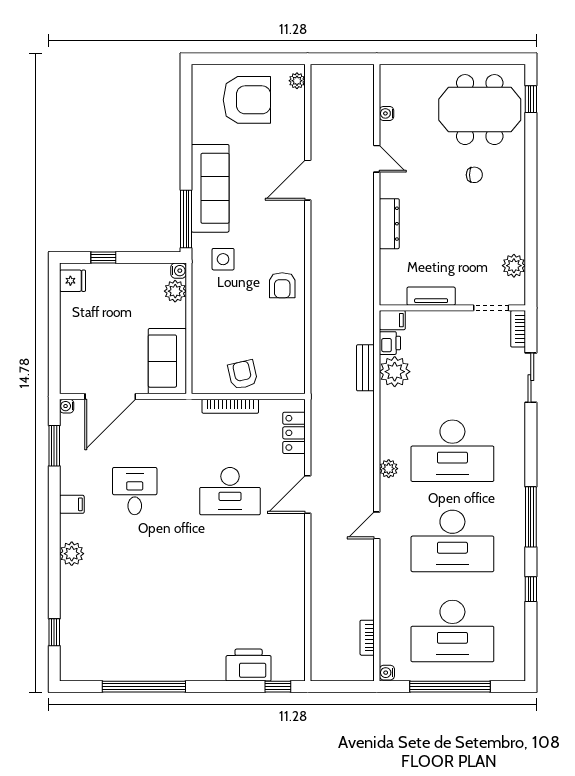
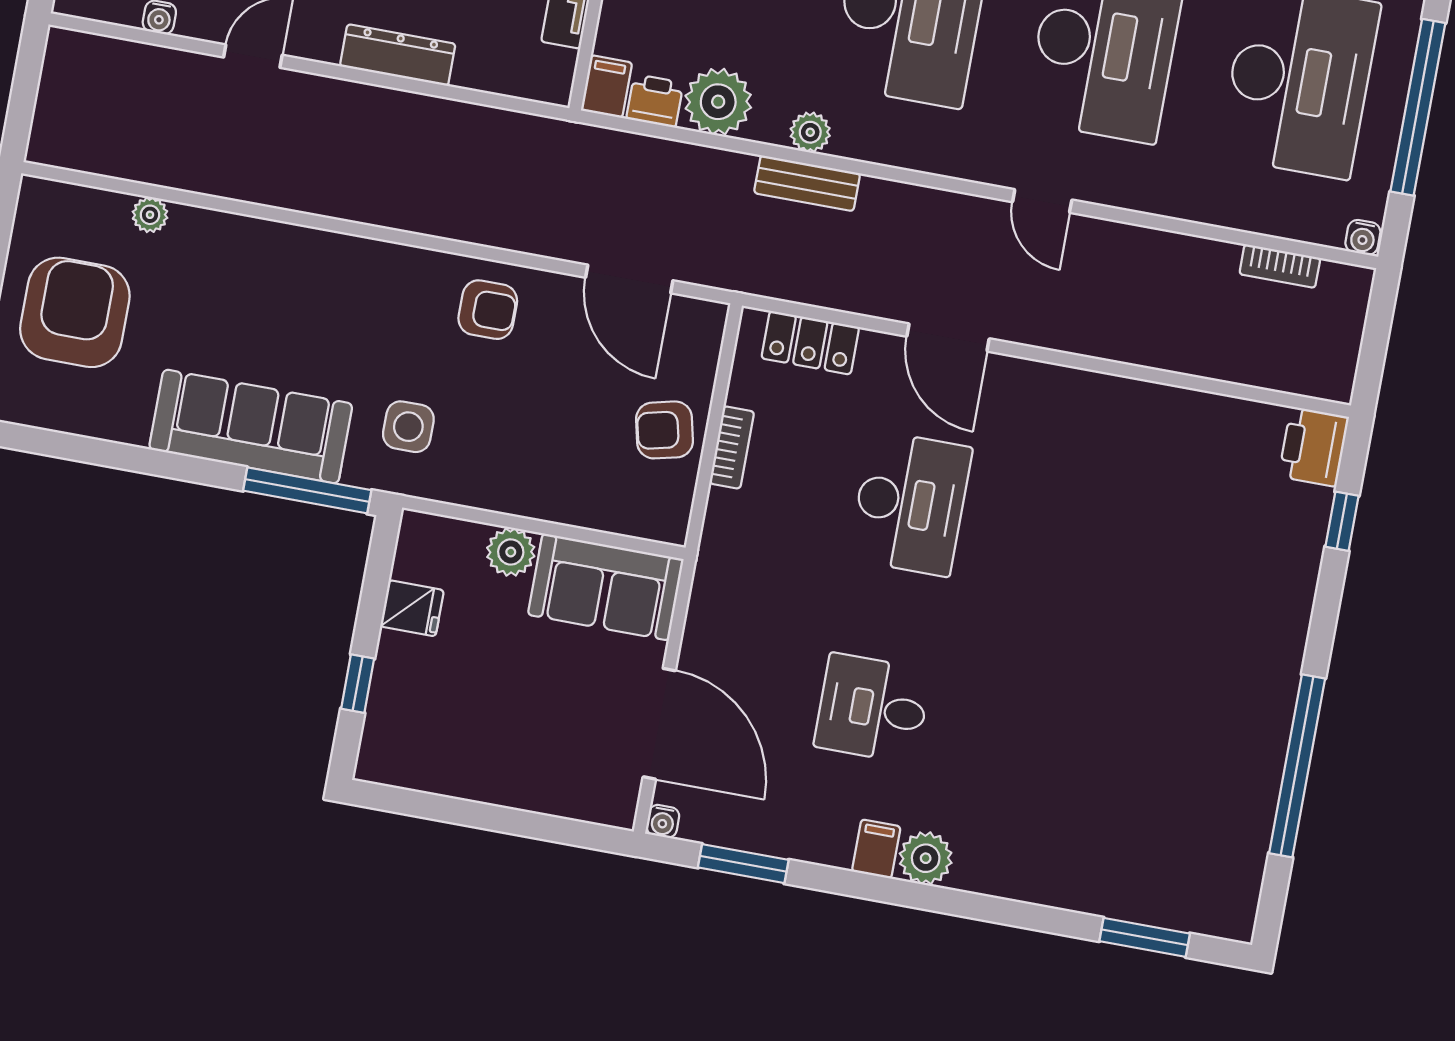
plant: (297, 81) -> (150, 215), moved
door: (308, 180) -> (629, 279), moved
water cooler: (179, 271) -> (416, 527), removed
fridge: (72, 281) -> (412, 608), moved, turned 90
plant: (175, 291) -> (511, 552), moved
bench: (365, 368) -> (807, 183), moved
bookcase: (230, 406) -> (732, 447), width x0.64
plant: (389, 469) -> (810, 132), moved
plant: (72, 554) -> (926, 858), moved
window: (54, 632) -> (1145, 937), width x1.50
printer: (249, 665) -> (1314, 447), moved, width x0.73, depth x0.84
window: (278, 687) -> (1342, 521), moved

